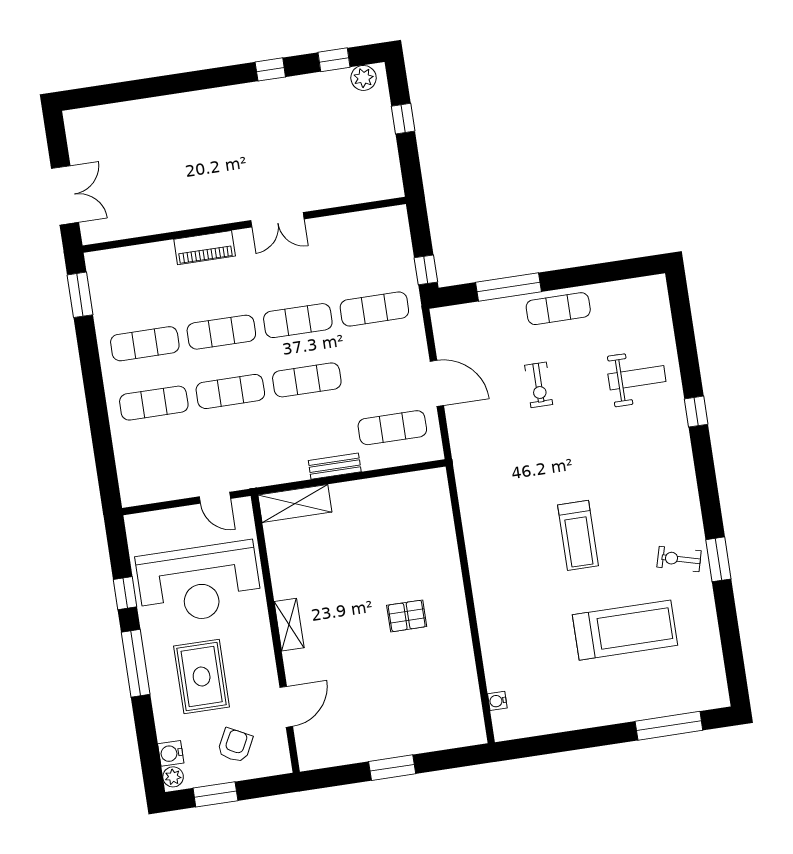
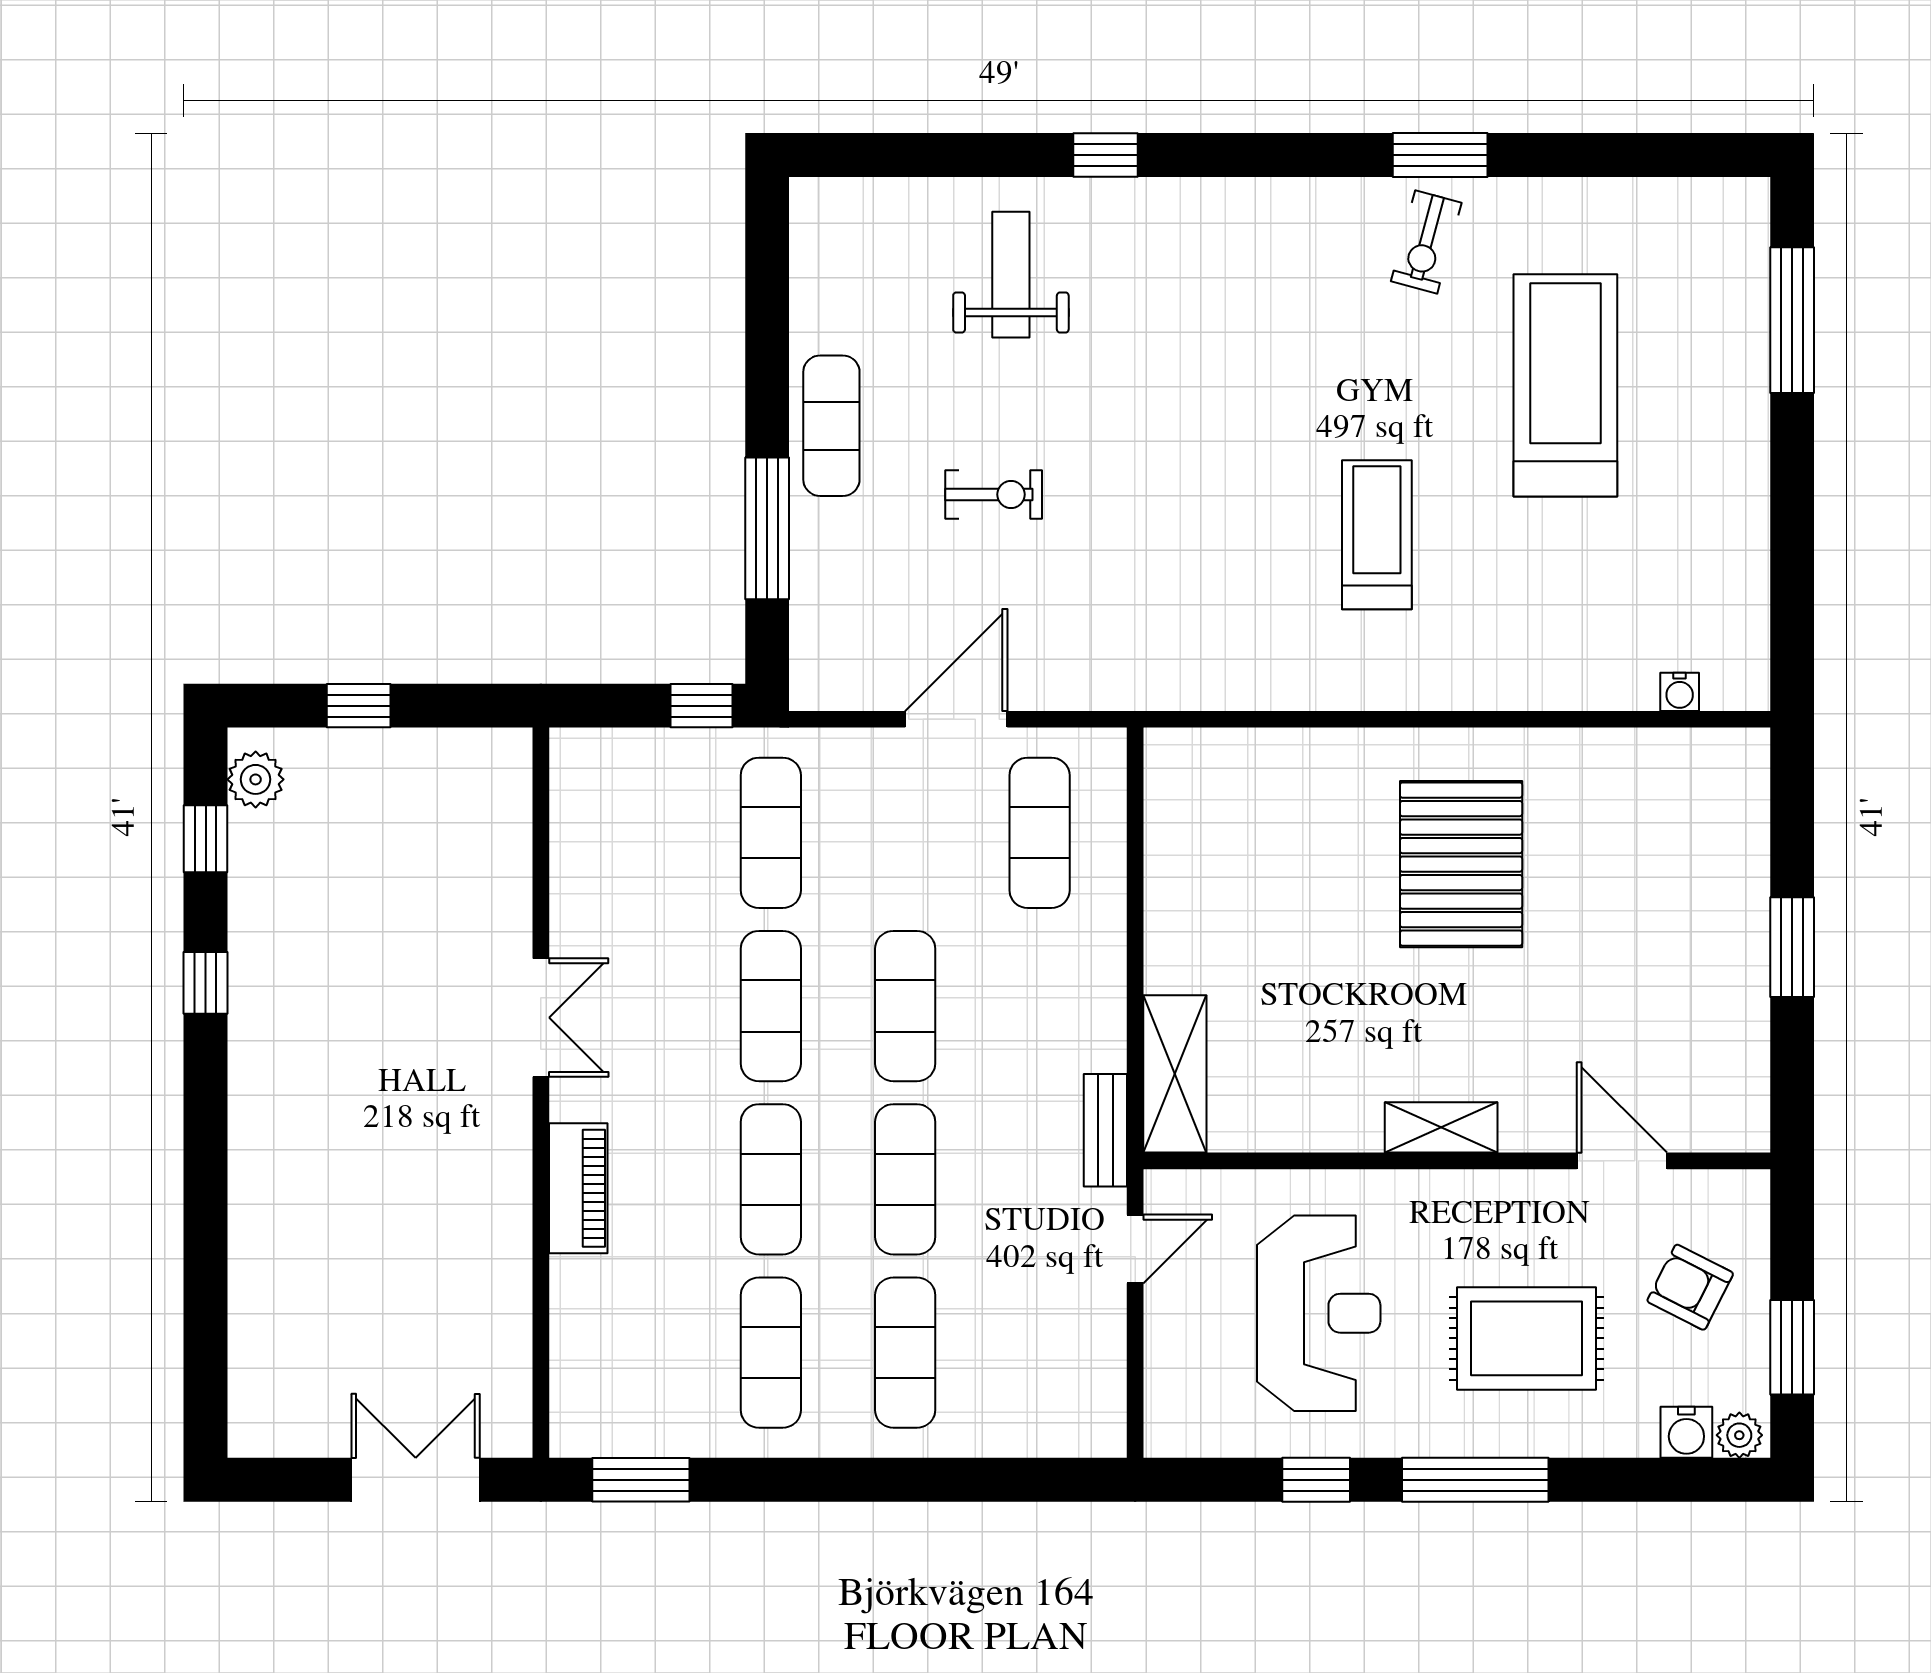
bench: (335, 466) -> (1105, 1130), moved
treadmill: (578, 535) -> (1377, 535), moved, turned -90
reception desk: (199, 583) -> (1319, 1313), width x0.74, depth x0.77
pallet: (407, 616) -> (1461, 864), width x2.05, depth x2.00

